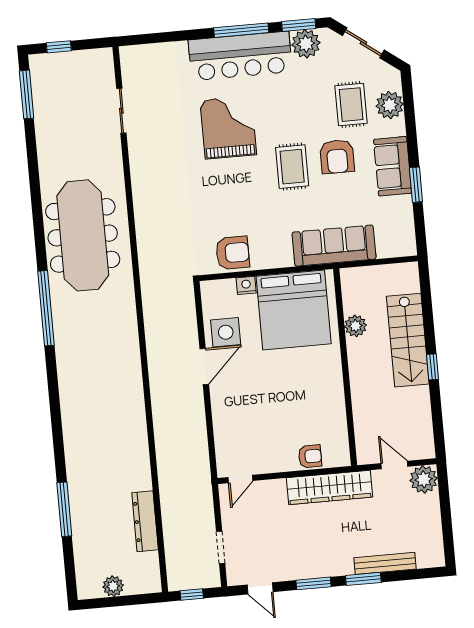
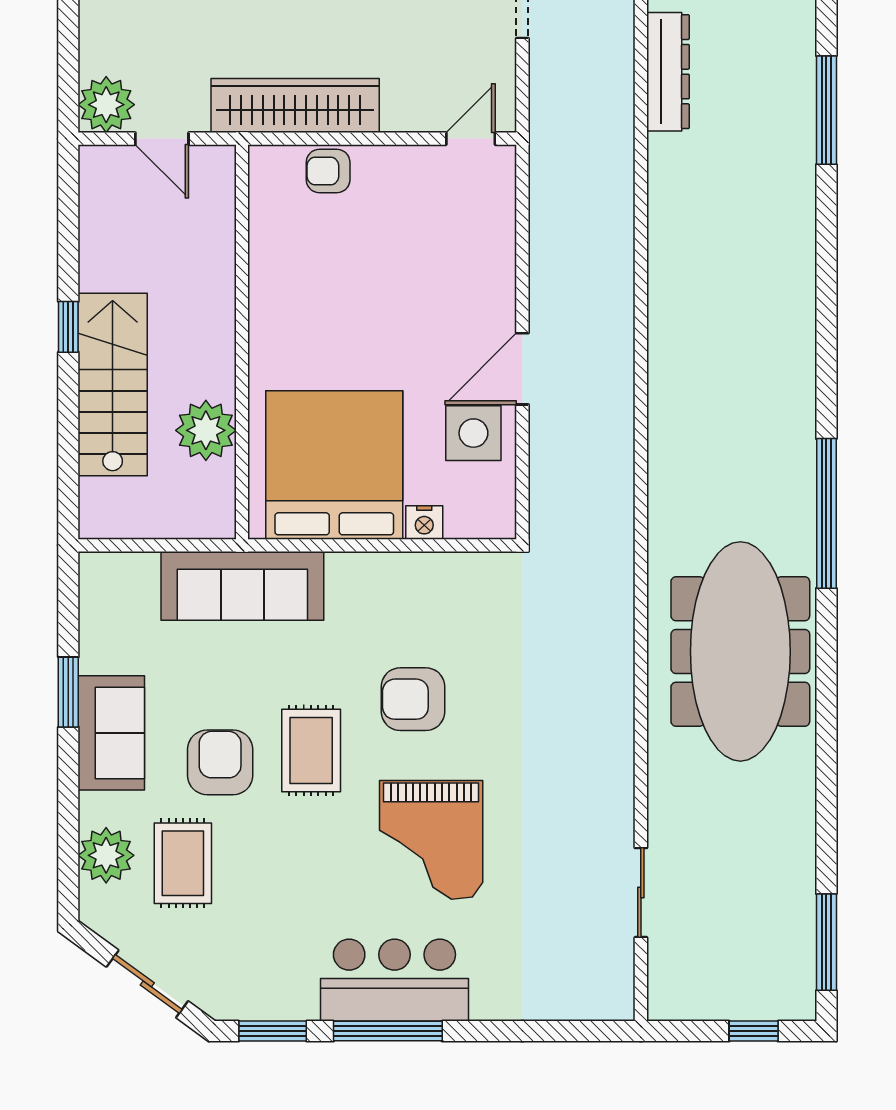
plant: (306, 44) -> (262, 992), removed
bar counter: (240, 56) -> (394, 980), width x0.73
armchair: (233, 253) -> (413, 699), moved
plant: (356, 326) -> (206, 430), width x1.36, depth x1.36

